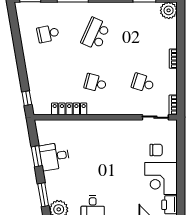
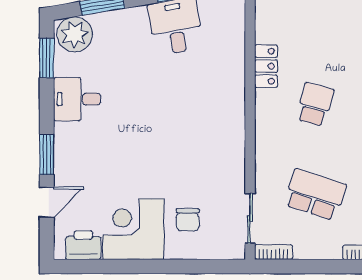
school desk: (143, 83) -> (315, 195), width x1.85
locker: (69, 109) -> (266, 66), width x0.66

